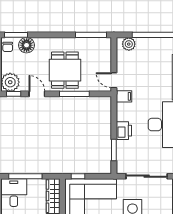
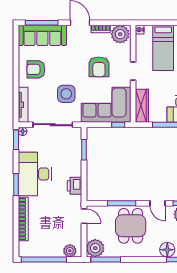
plant: (102, 47) -> (95, 248), added
filing cabinet: (124, 96) -> (74, 201), removed
printer: (124, 131) -> (74, 186), moved

